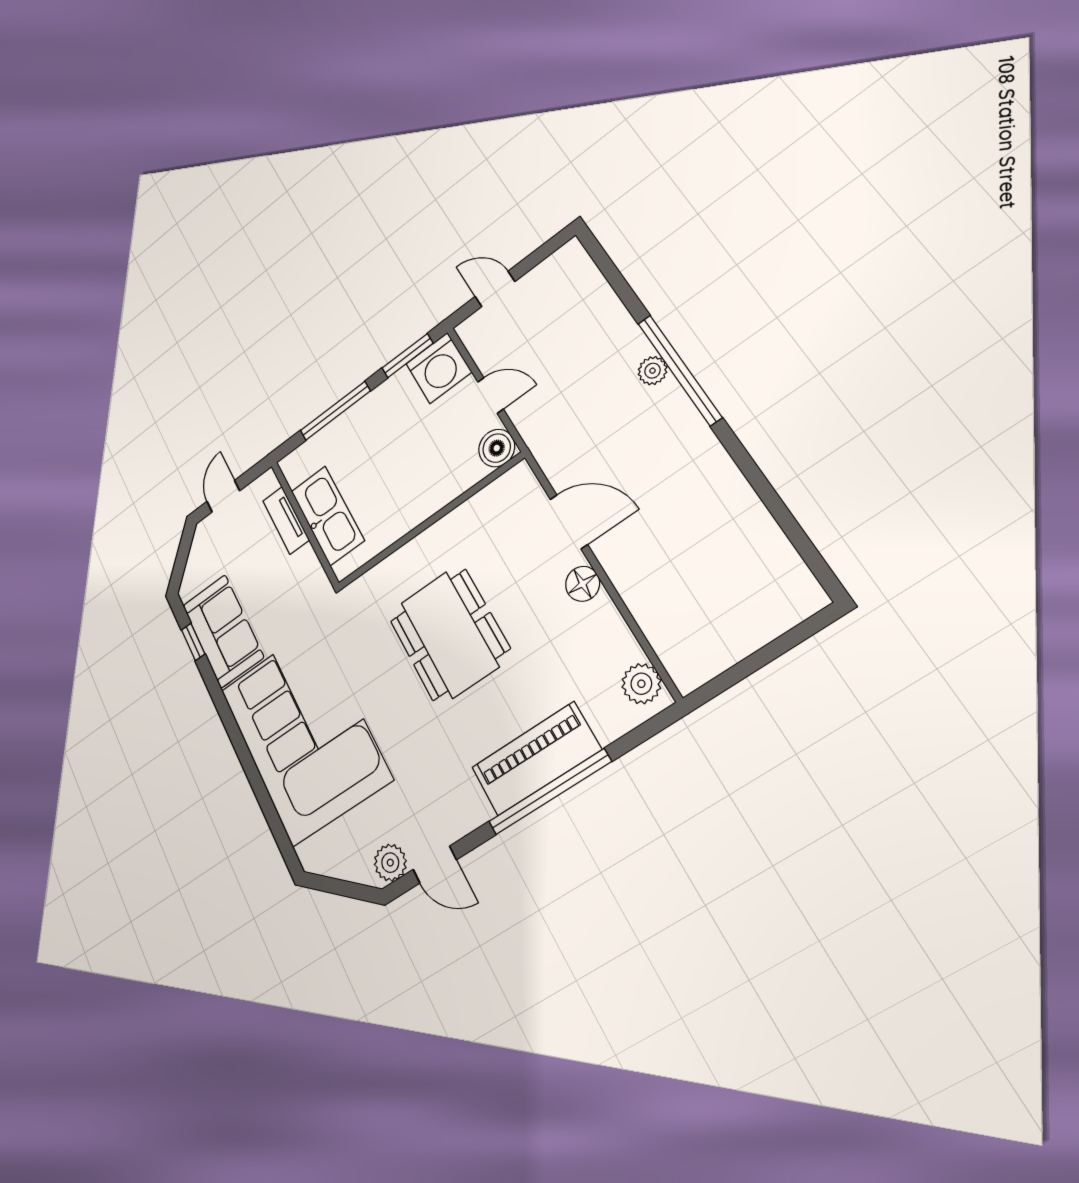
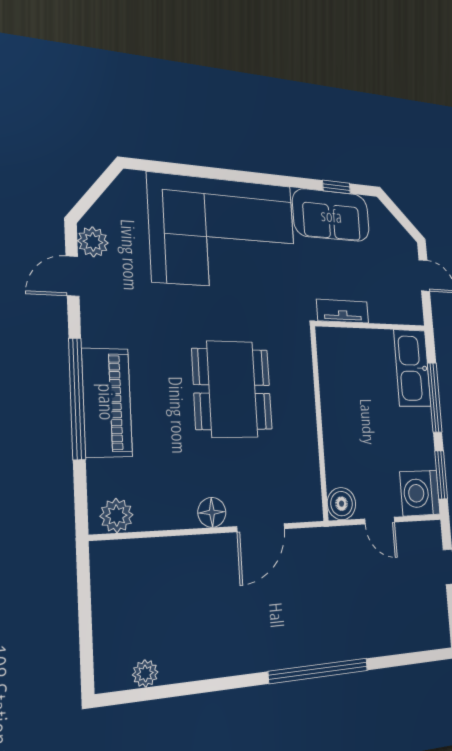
plant: (653, 371) -> (145, 673), moved
door: (491, 395) -> (380, 521), hinge flipped
kitchen sink: (327, 516) -> (412, 368), moved, turned 90
tv unit: (286, 520) -> (343, 311), moved
dining table: (449, 635) -> (232, 389), turned 90

